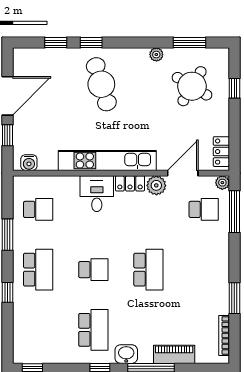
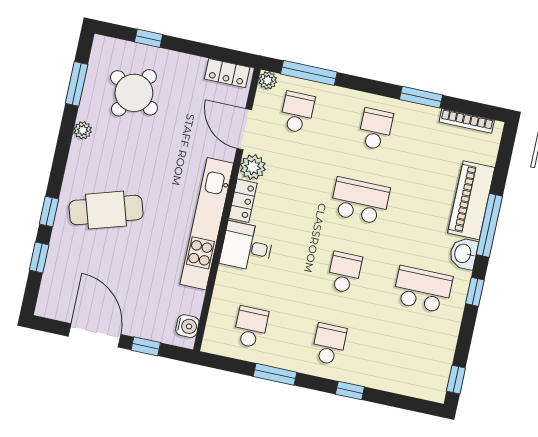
school desk: (38, 270) -> (329, 344), width x0.54
school desk: (204, 270) -> (375, 129), added
piano: (174, 354) -> (471, 200), width x1.37, depth x1.33

